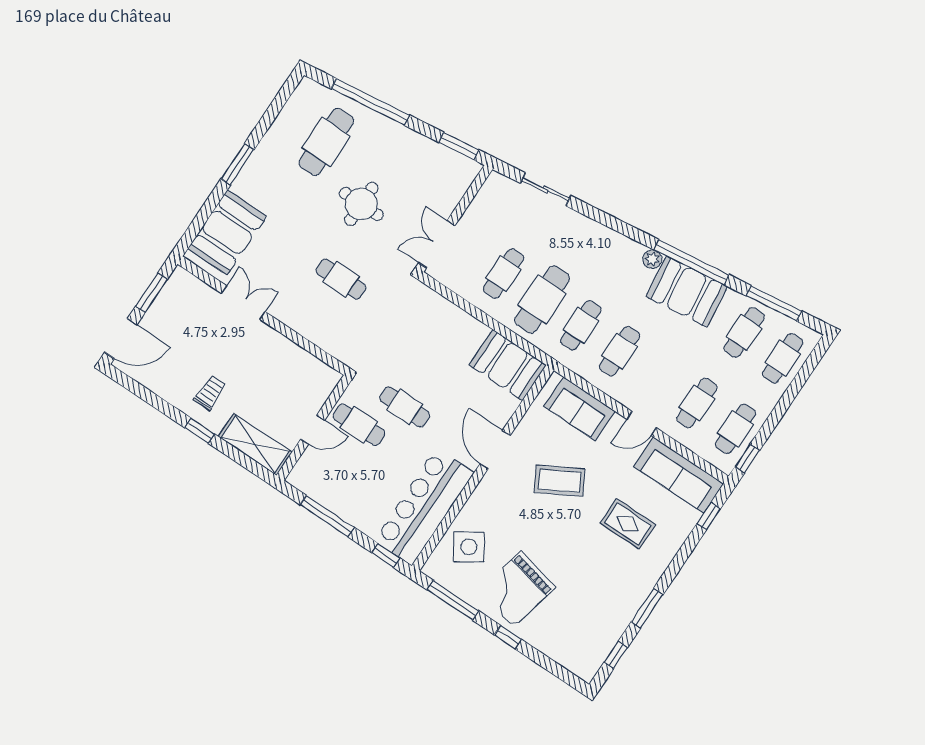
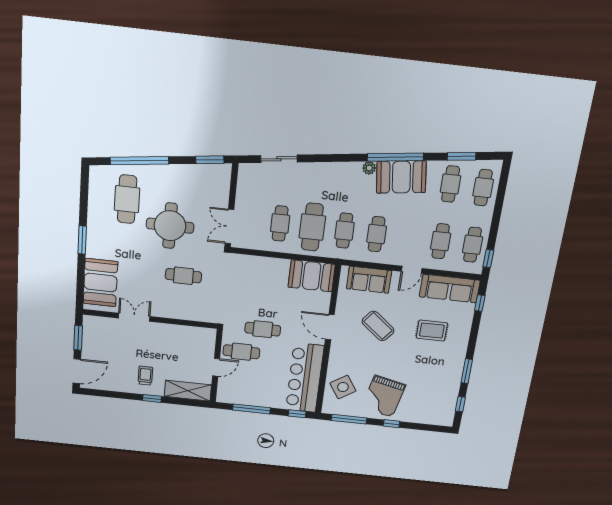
round table: (361, 204) -> (170, 226), width x1.36, depth x1.36
window: (774, 303) -> (462, 156), width x0.69
coffee table: (560, 481) -> (378, 326), turned 68

